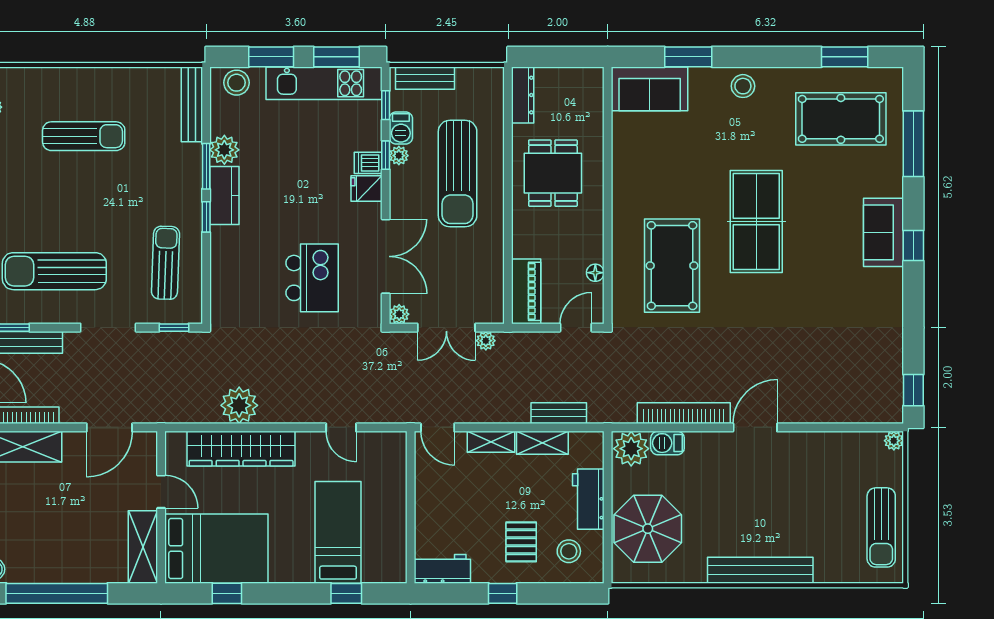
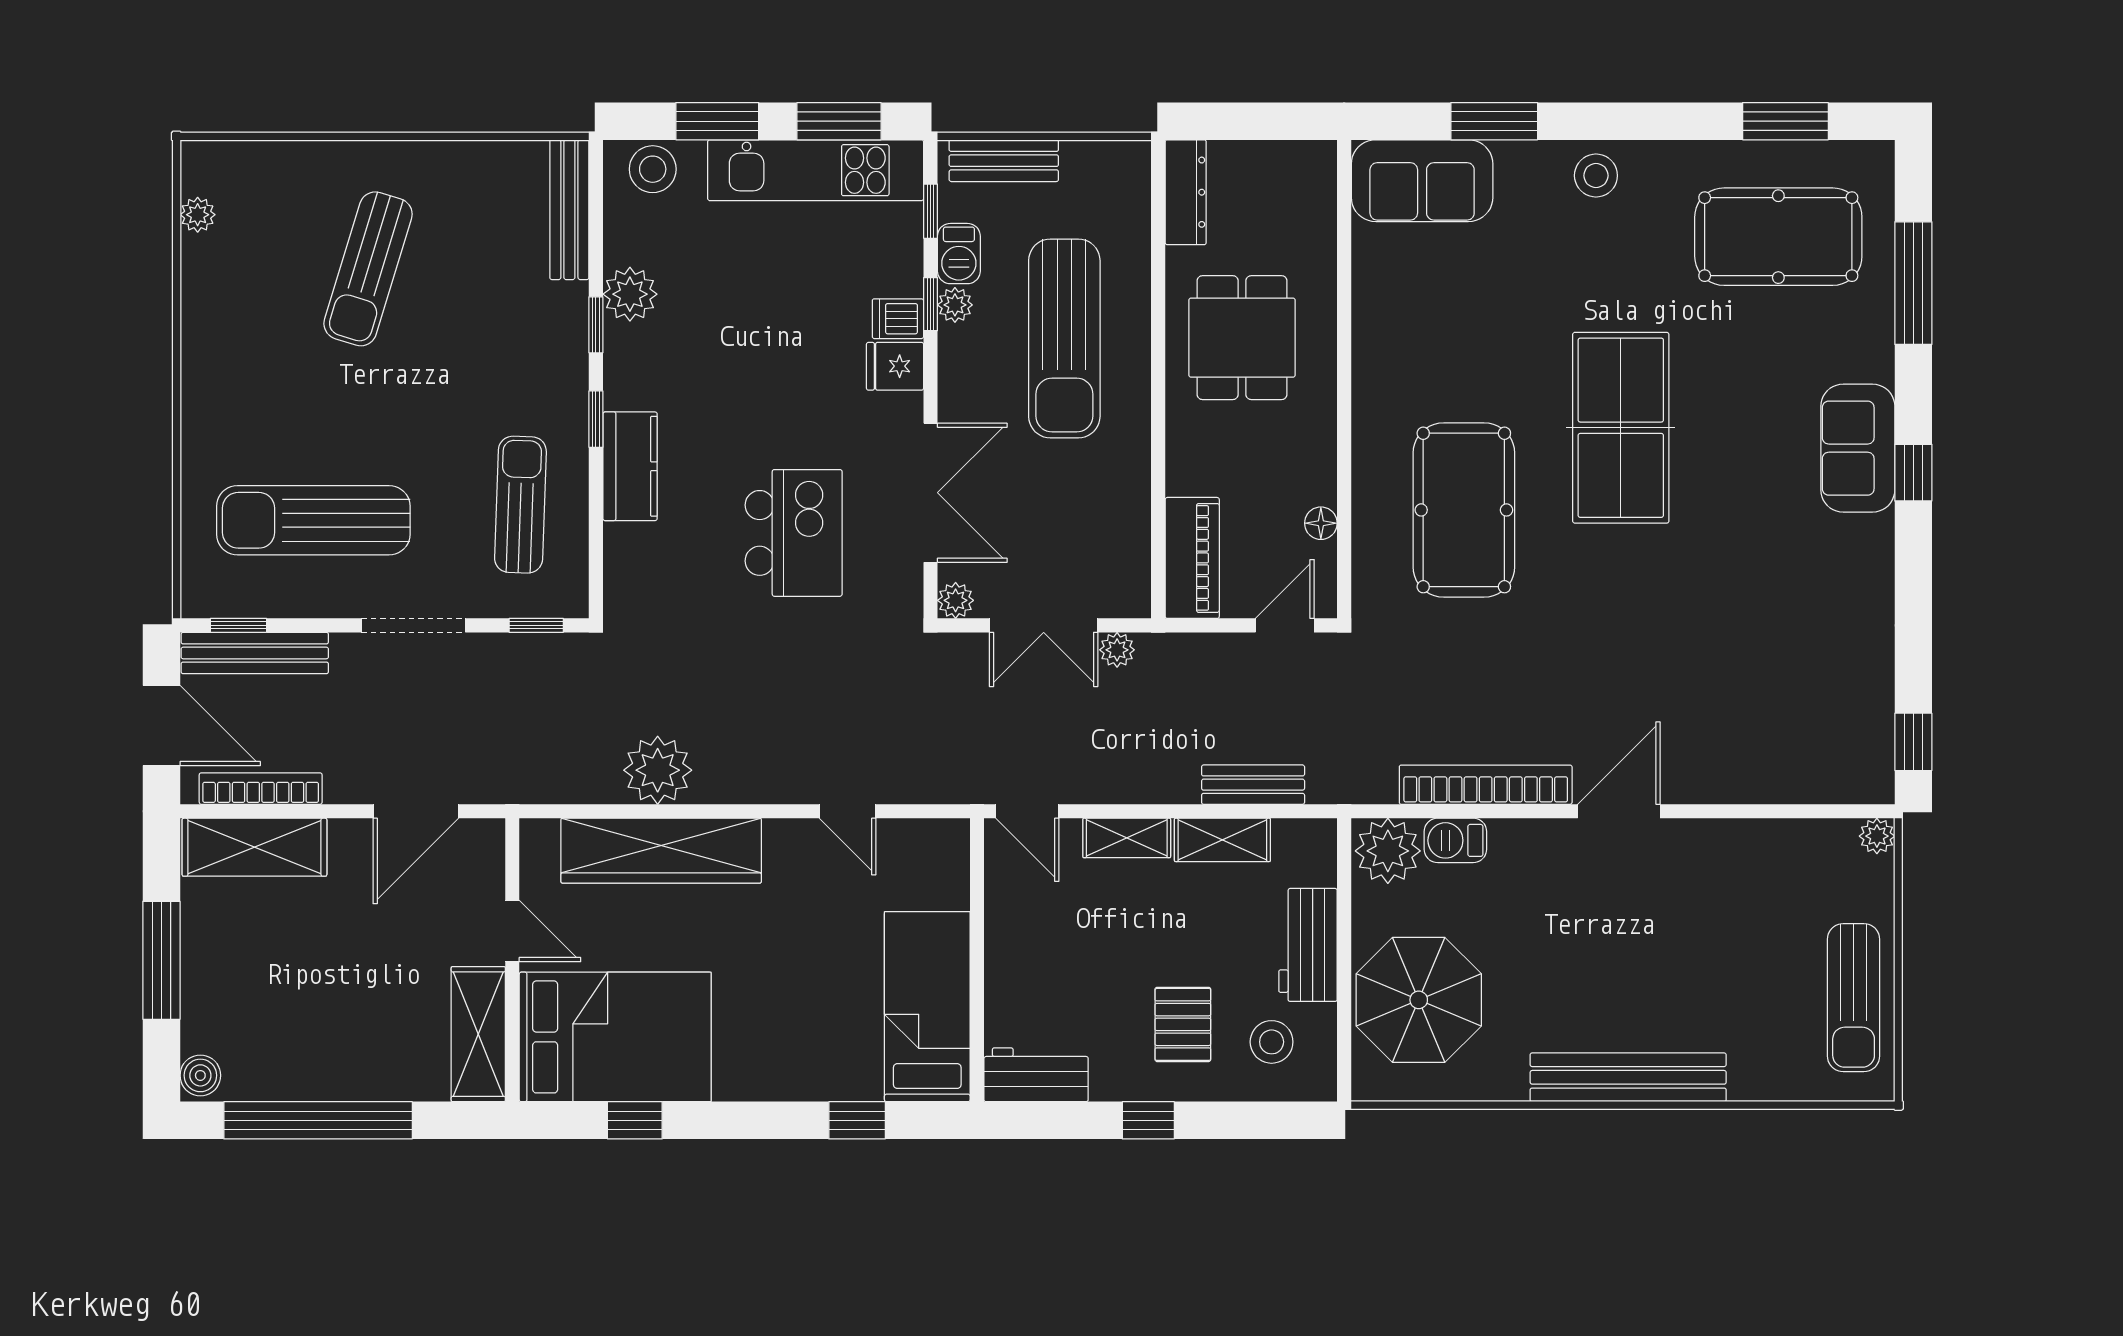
sun lounger: (84, 136) -> (368, 269), turned 107
window: (206, 166) -> (596, 325), width x0.67
kitchen counter: (224, 195) -> (630, 466), moved
bed: (338, 532) -> (927, 1007), moved

